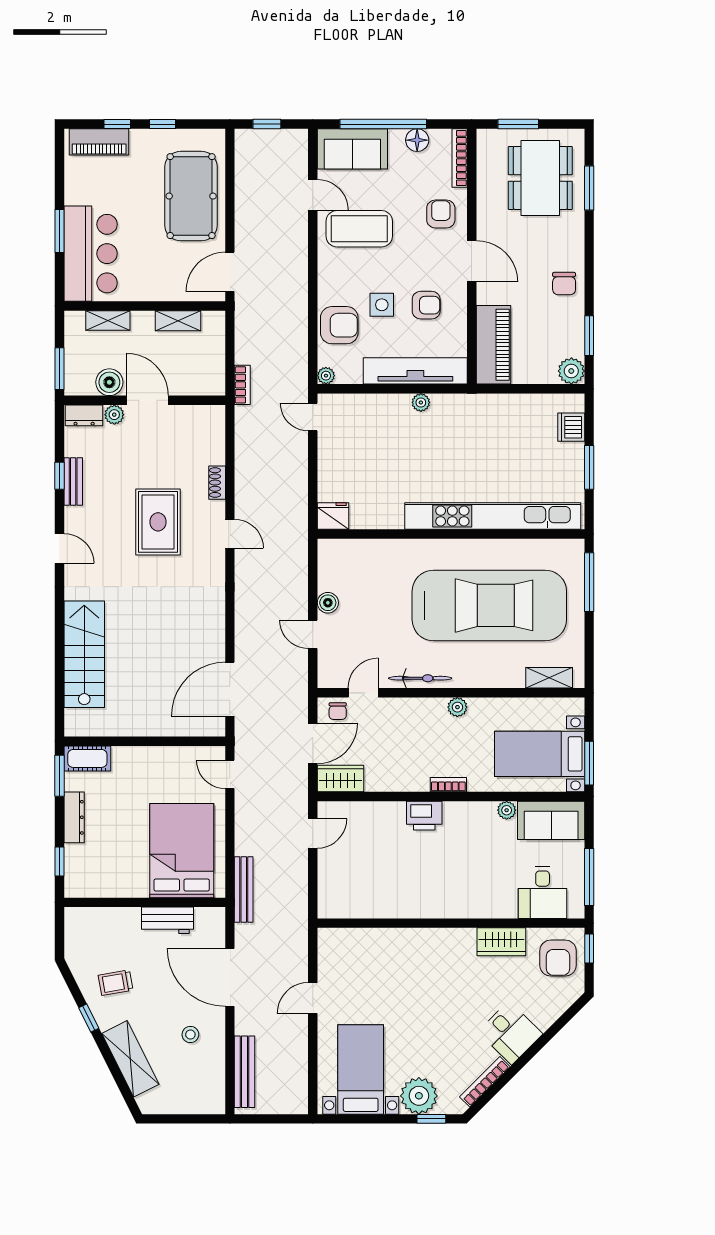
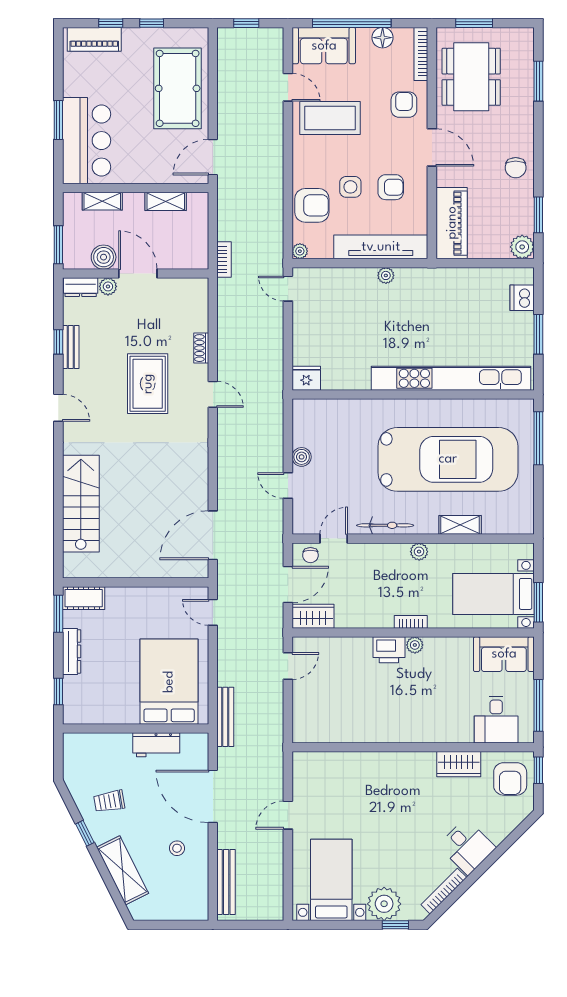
dining table: (540, 178) -> (471, 77), moved
shelving: (549, 678) -> (460, 525), moved
plant: (507, 810) -> (415, 645), moved

